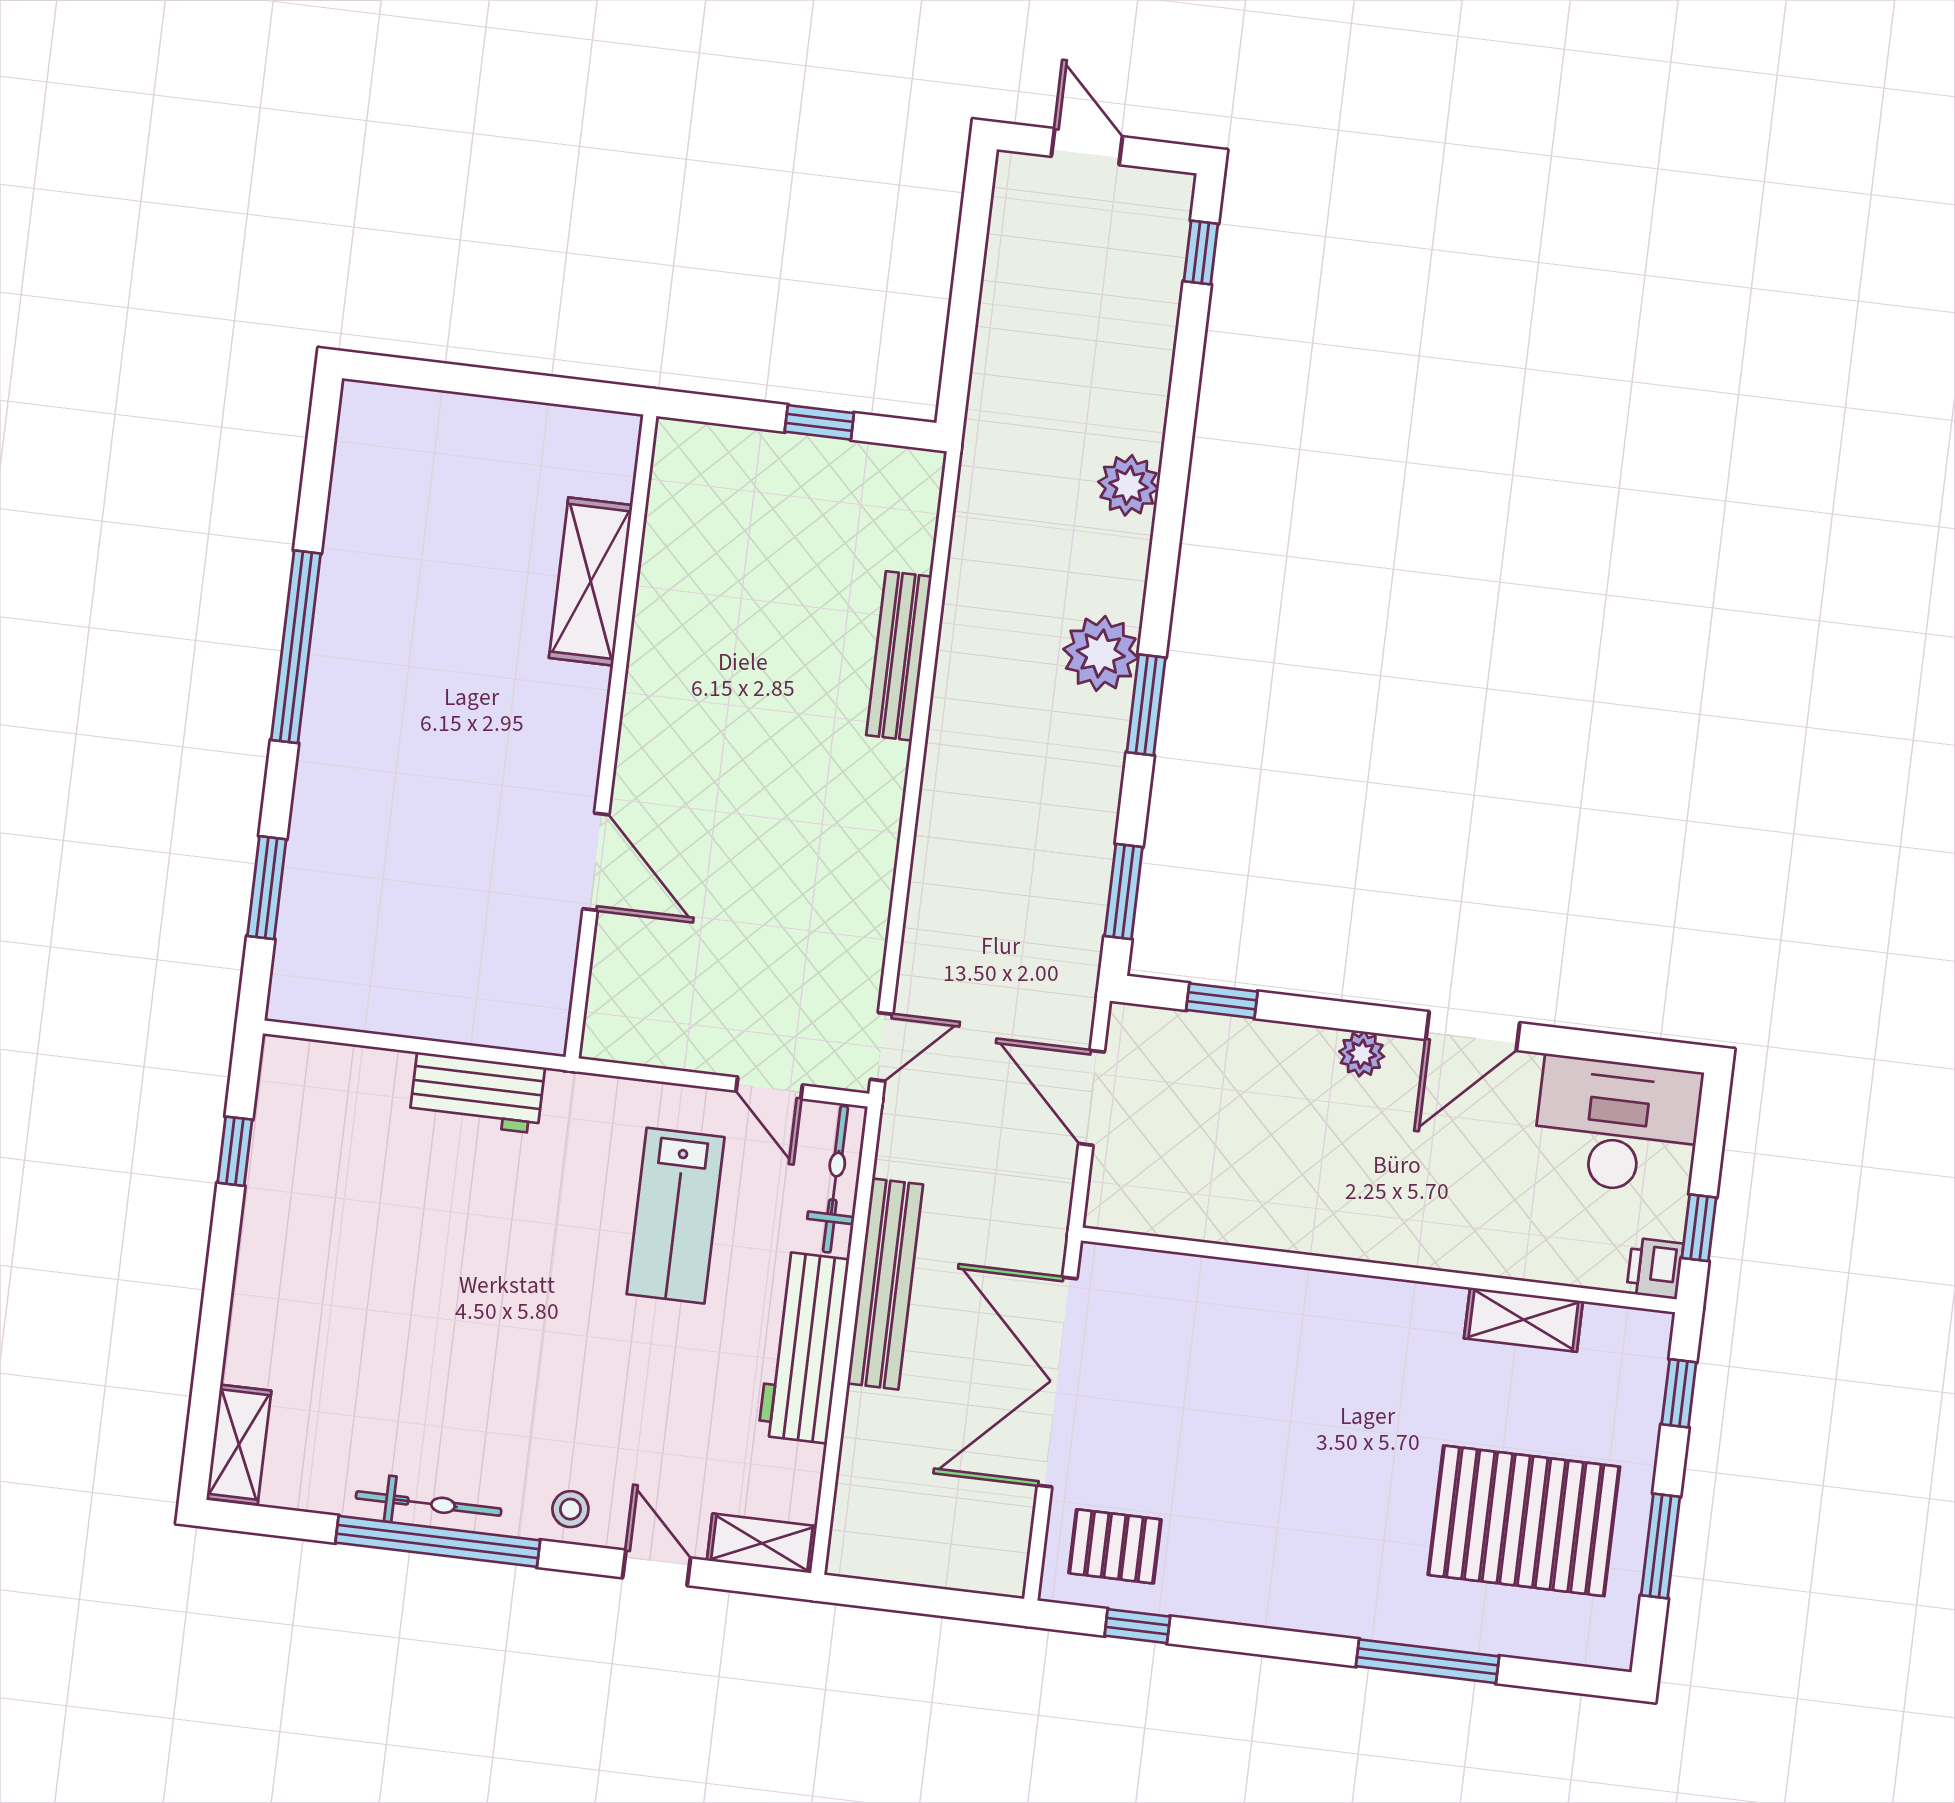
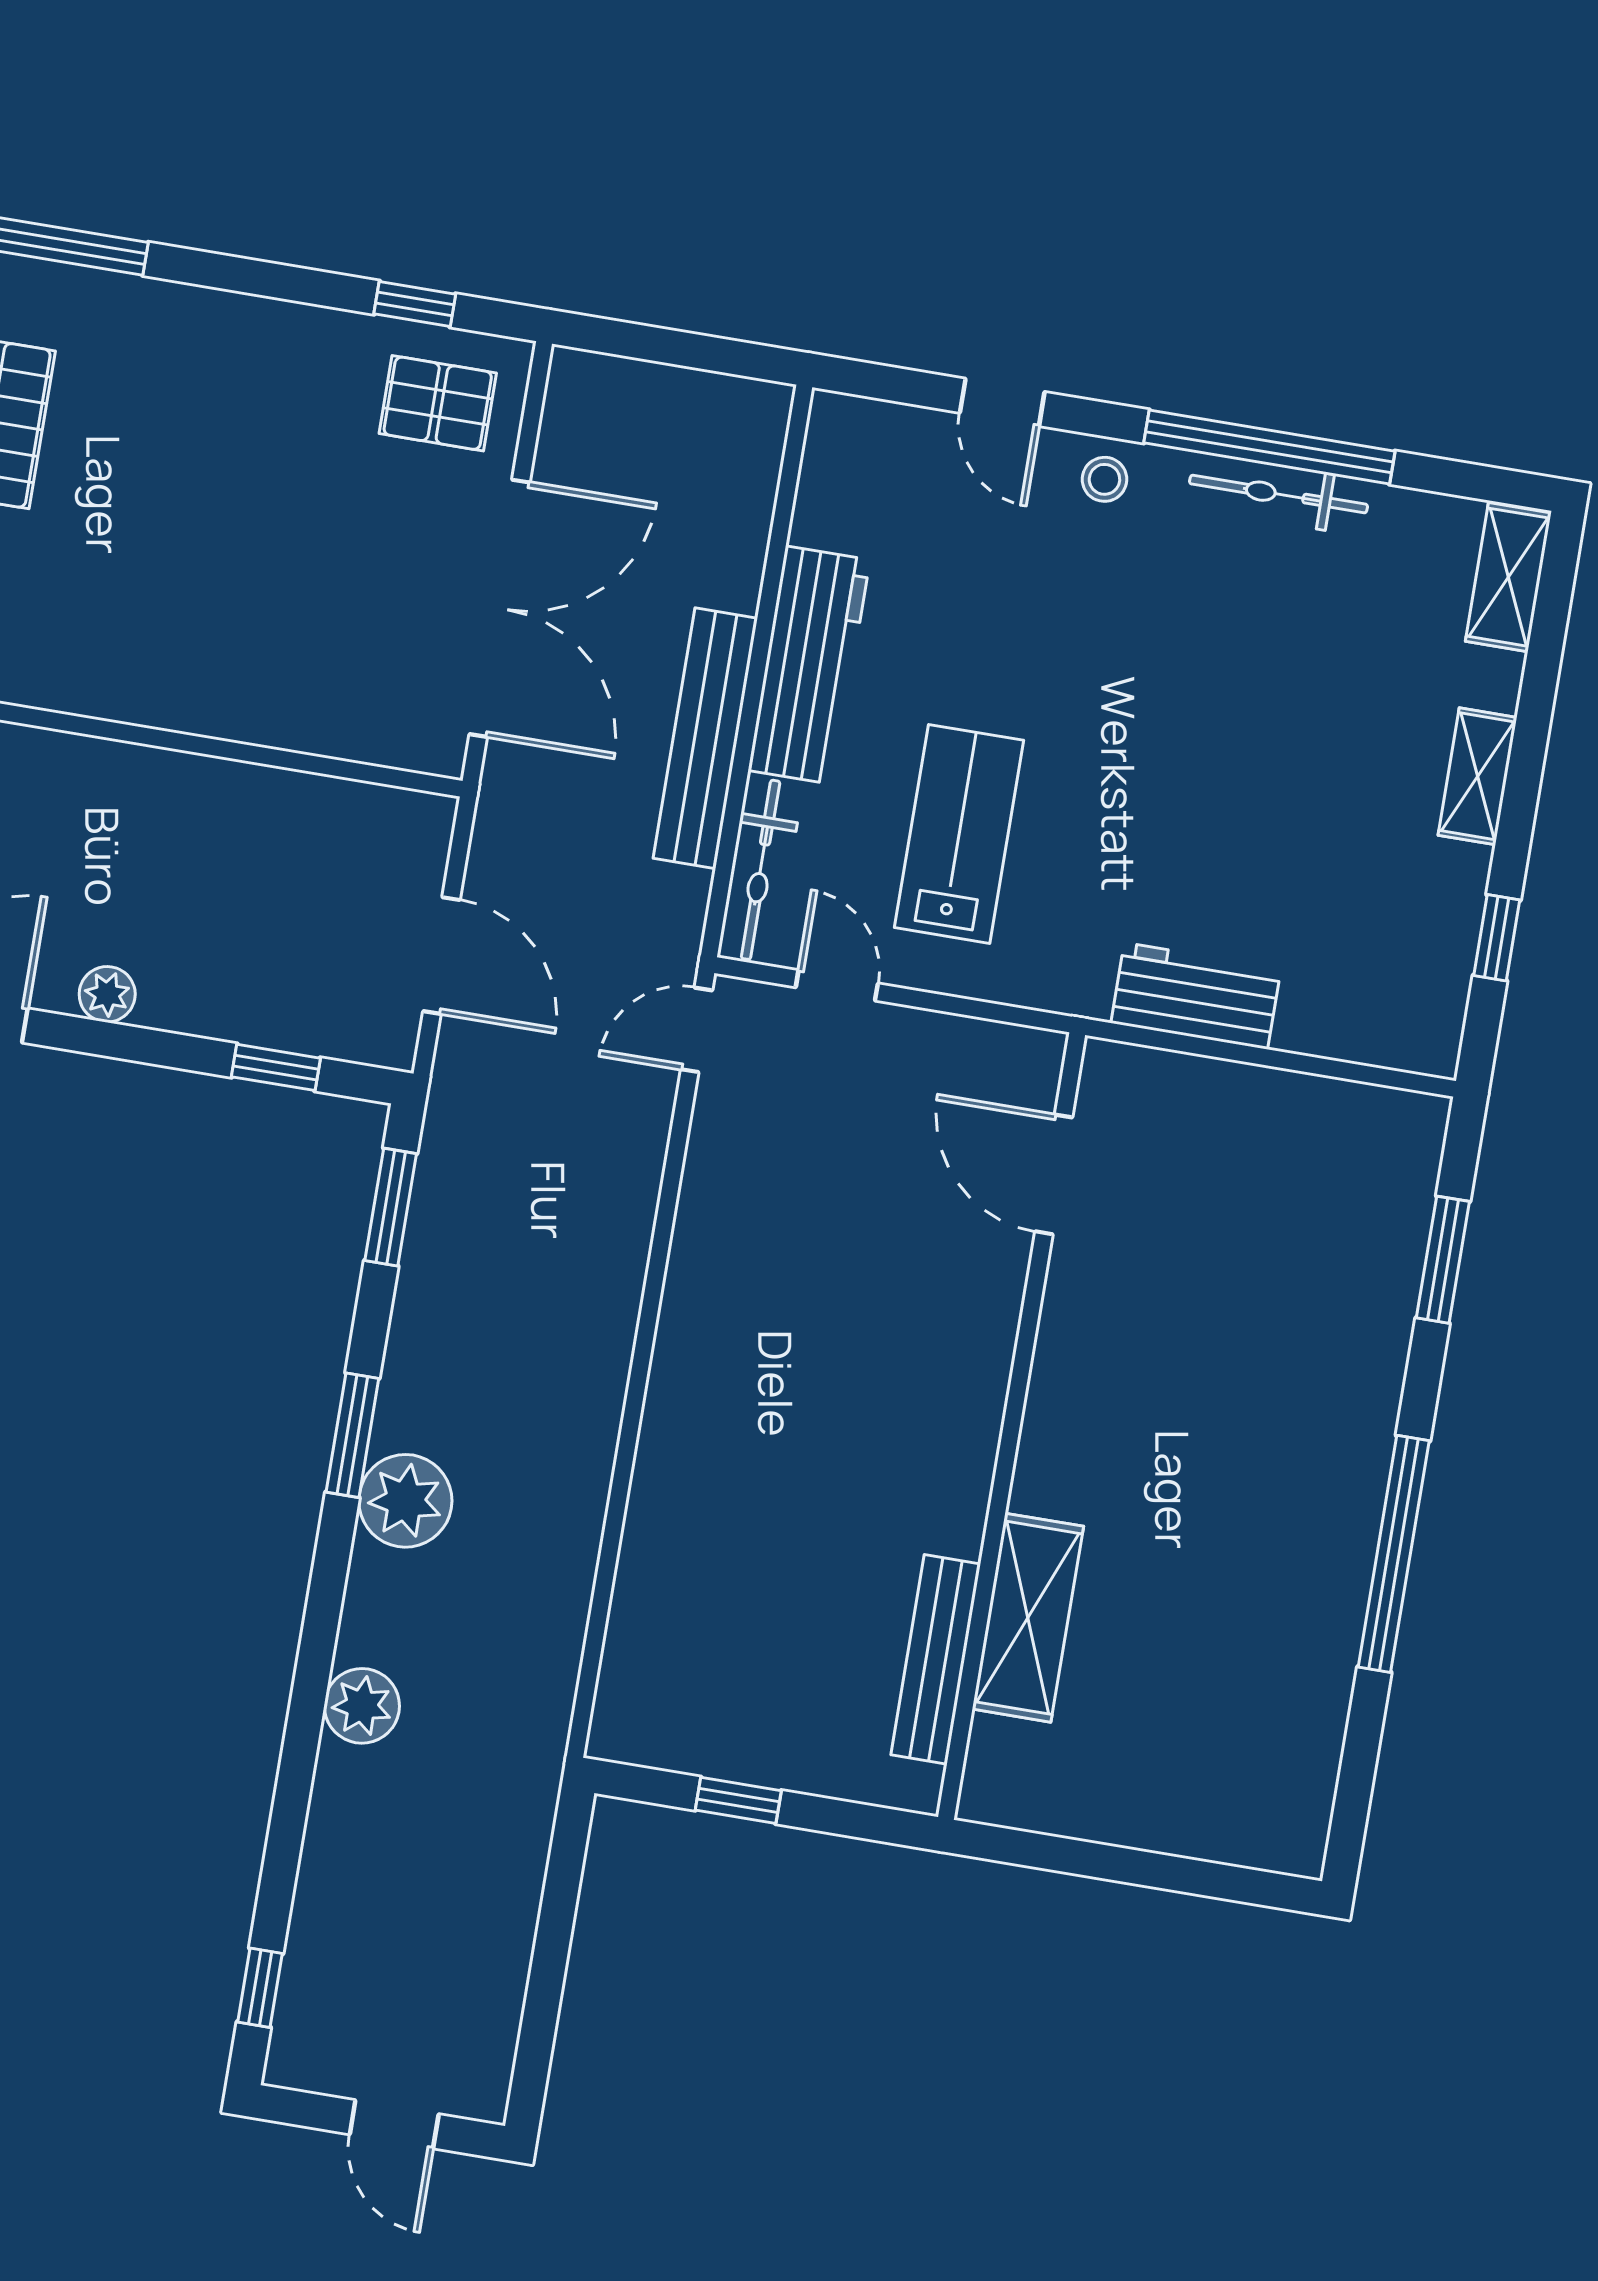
bench: (899, 656) -> (936, 1659), moved
door: (596, 862) -> (1054, 1174), moved
shelving: (762, 1543) -> (1477, 776), moved, turned 90

